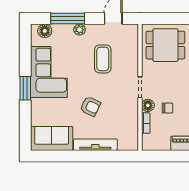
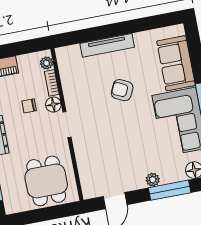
dining table: (165, 45) -> (46, 181), turned 90
coffee table: (103, 59) -> (118, 150), removed
sofa: (52, 138) -> (176, 63), moved, turned 90
plant: (147, 140) -> (46, 63), added

